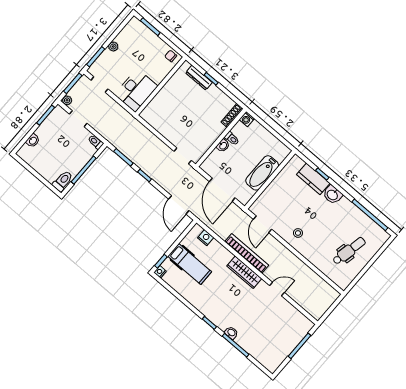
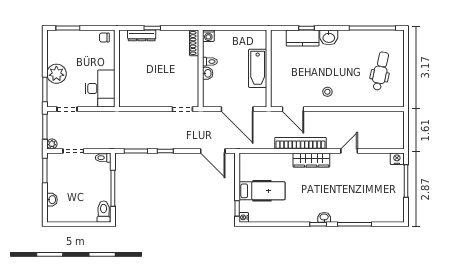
plant: (113, 46) -> (56, 74), width x1.87, depth x1.87
nightstand: (206, 238) -> (397, 159), moved
washbasin: (231, 333) -> (324, 217), moved

